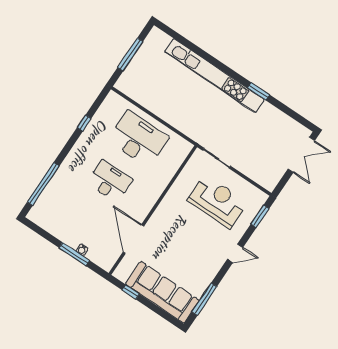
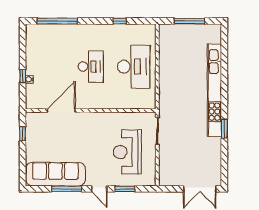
reception desk: (218, 201) -> (127, 152), turned 180
window: (260, 216) -> (125, 189), moved
window: (74, 254) -> (23, 76), width x0.46
sofa: (162, 292) -> (55, 174), moved, turned -90
window: (204, 299) -> (67, 189), moved

